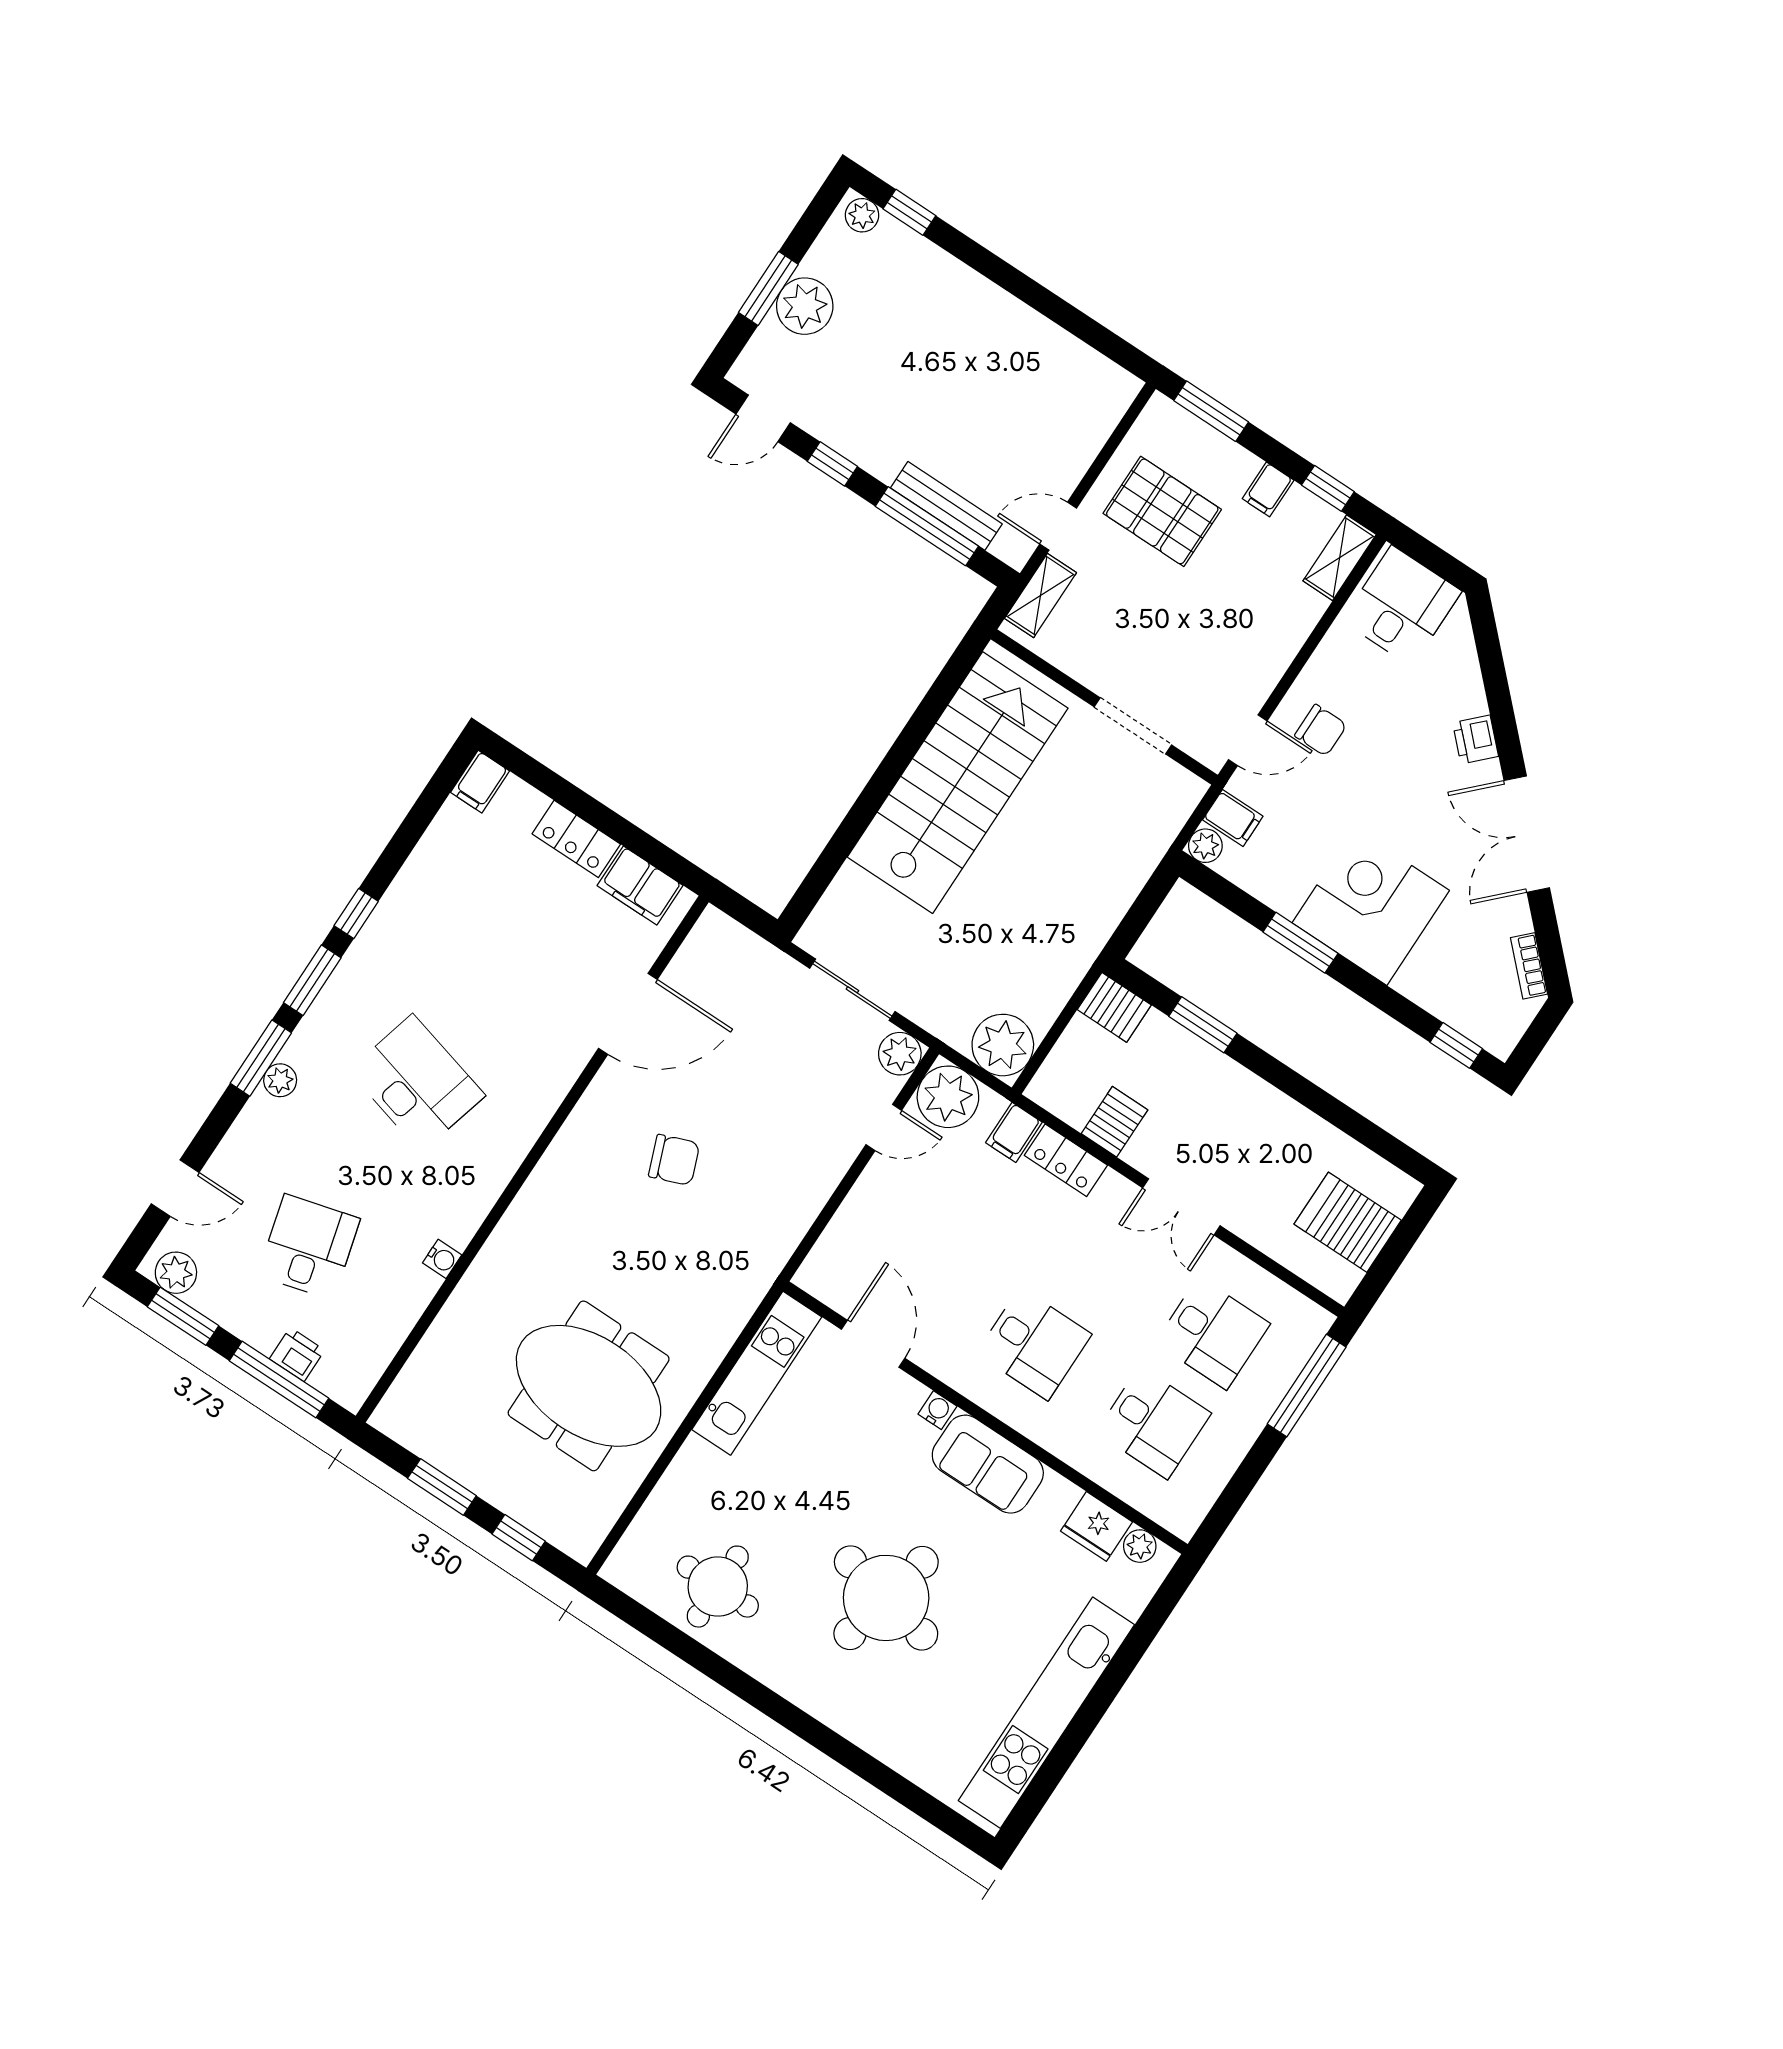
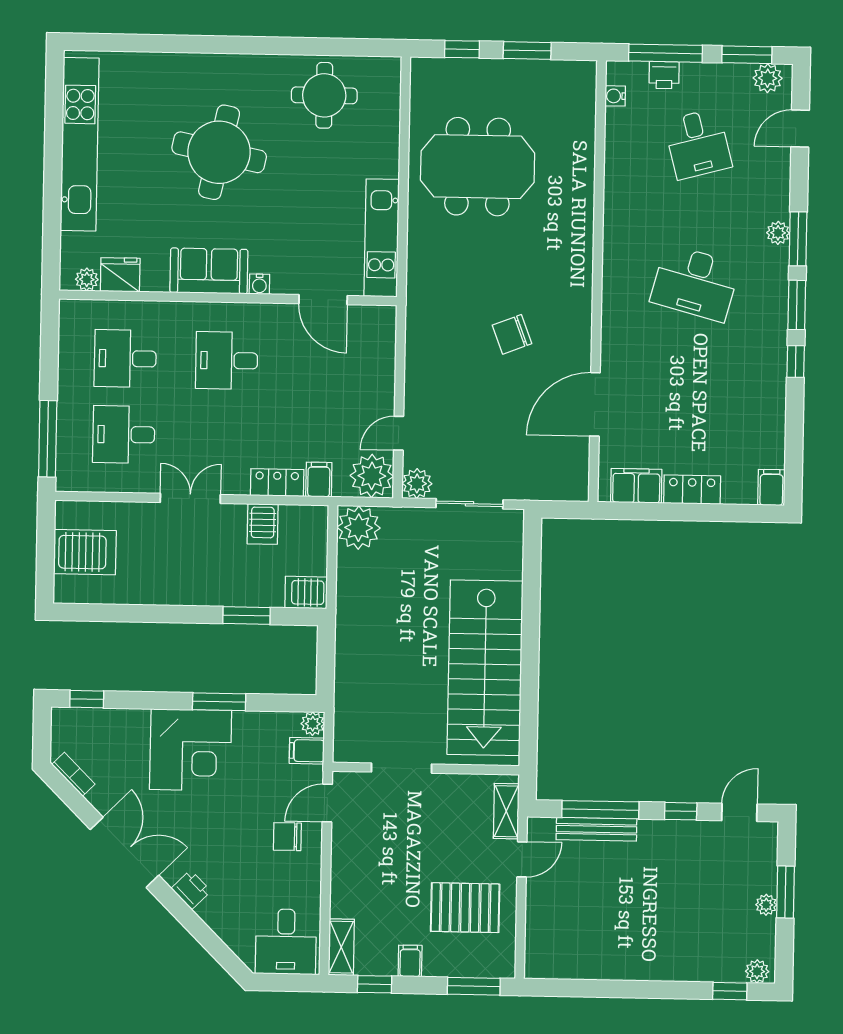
plant: (805, 306) -> (766, 905), width x0.53, depth x0.53
water cooler: (442, 1259) -> (615, 96), moved

